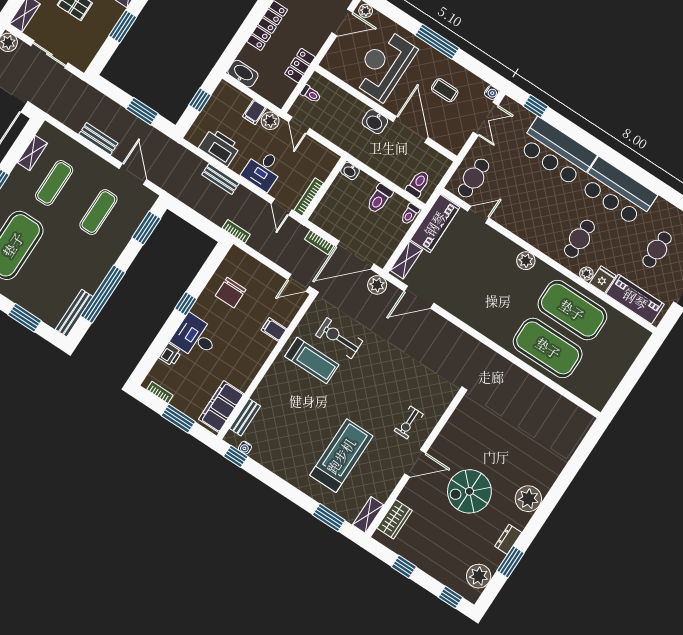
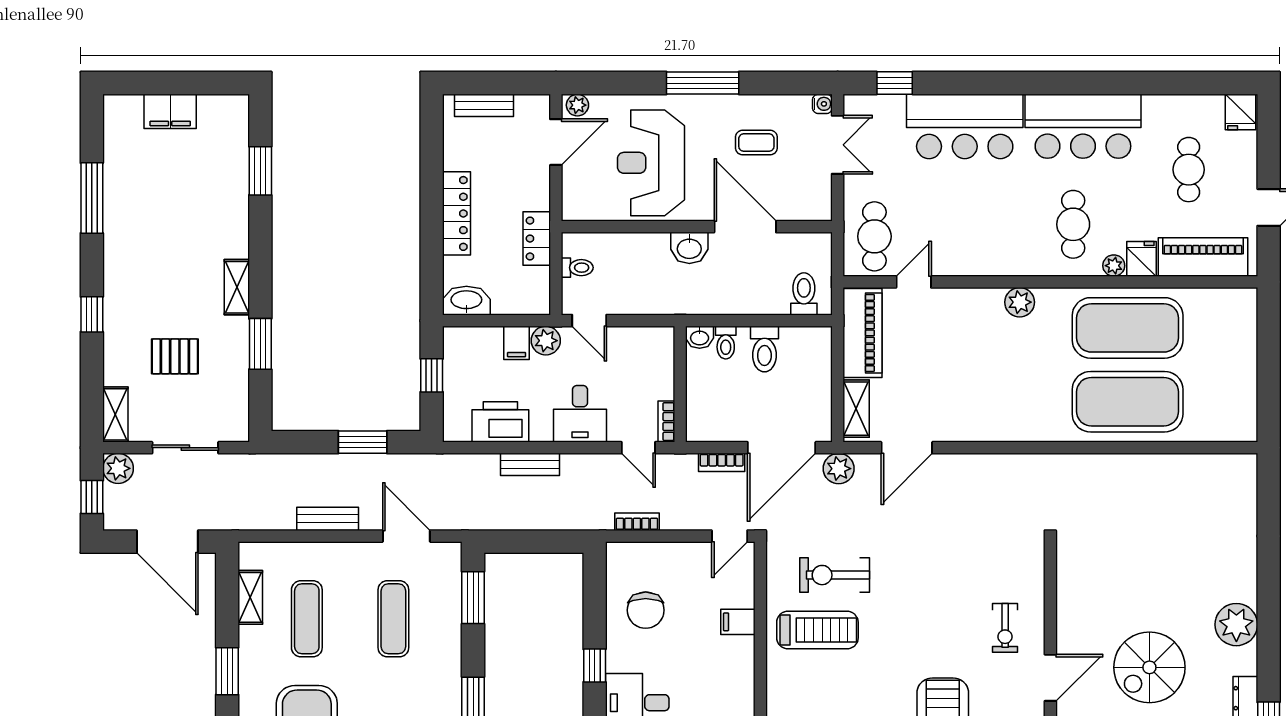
bookcase: (309, 197) -> (666, 422), width x0.64
toilet: (410, 214) -> (726, 343), moved
bookcase: (236, 231) -> (637, 522), moved

